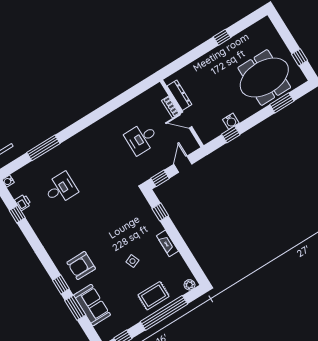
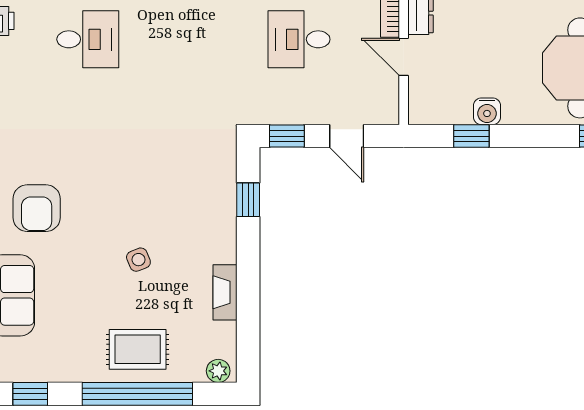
door: (183, 164) -> (347, 136), swing flipped
fireplace: (167, 243) -> (225, 292), moved
armchair: (81, 266) -> (37, 208), turned -90

